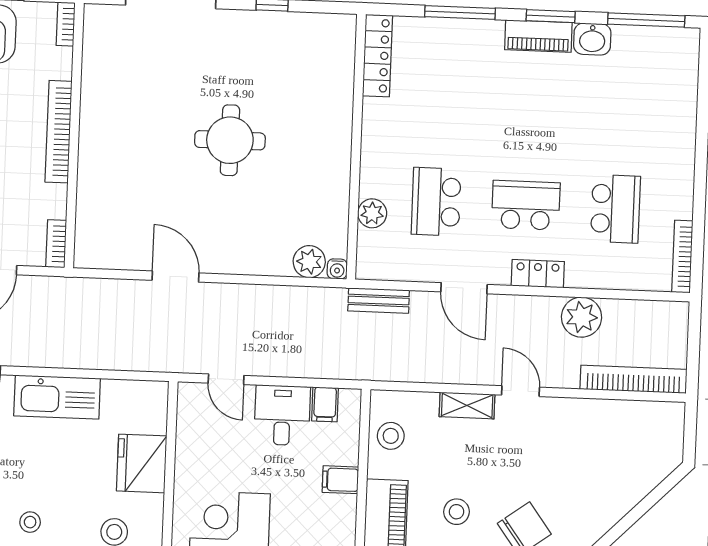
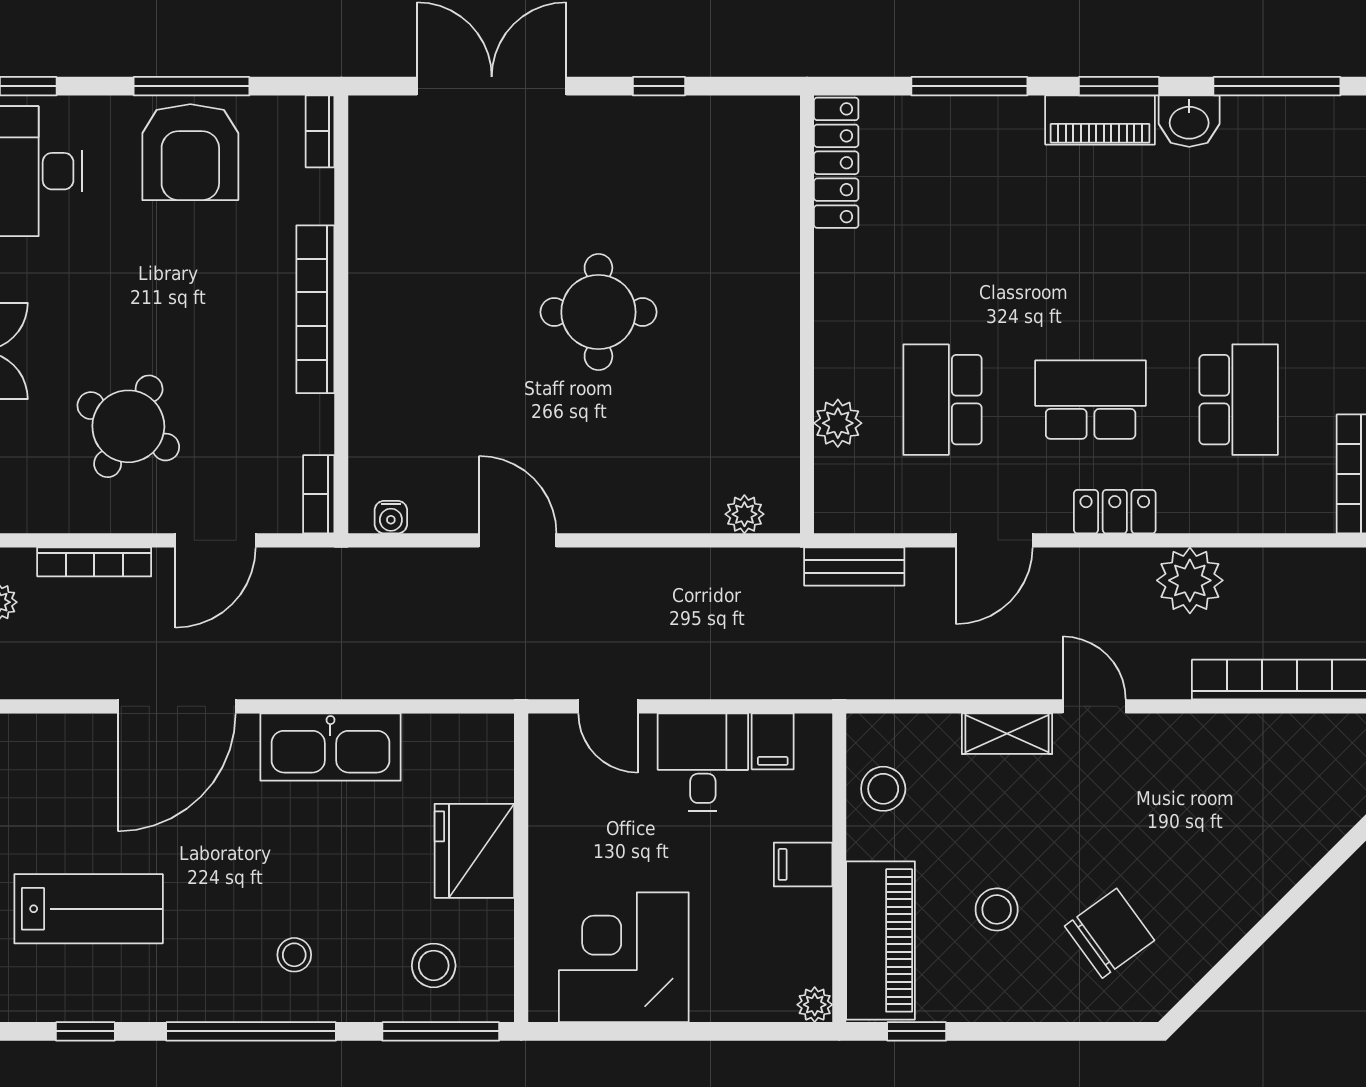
plant: (309, 262) -> (744, 514), width x0.73, depth x0.73
water cooler: (337, 269) -> (391, 517), moved
door: (464, 288) -> (994, 540), hinge flipped

